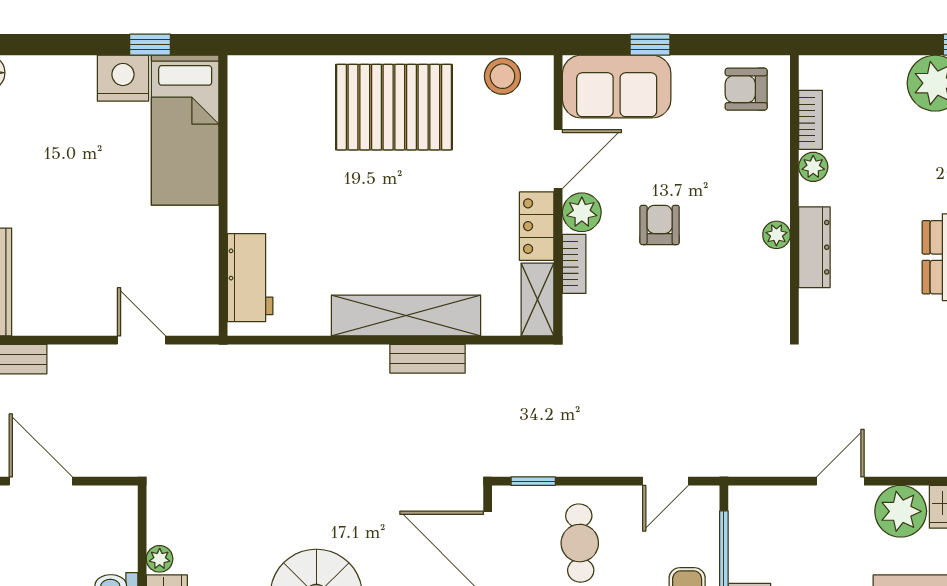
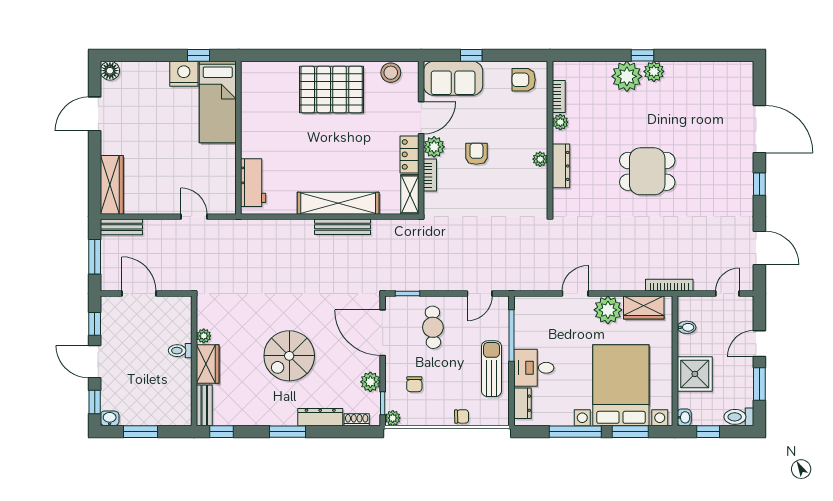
bench: (427, 359) -> (342, 227), width x1.36

